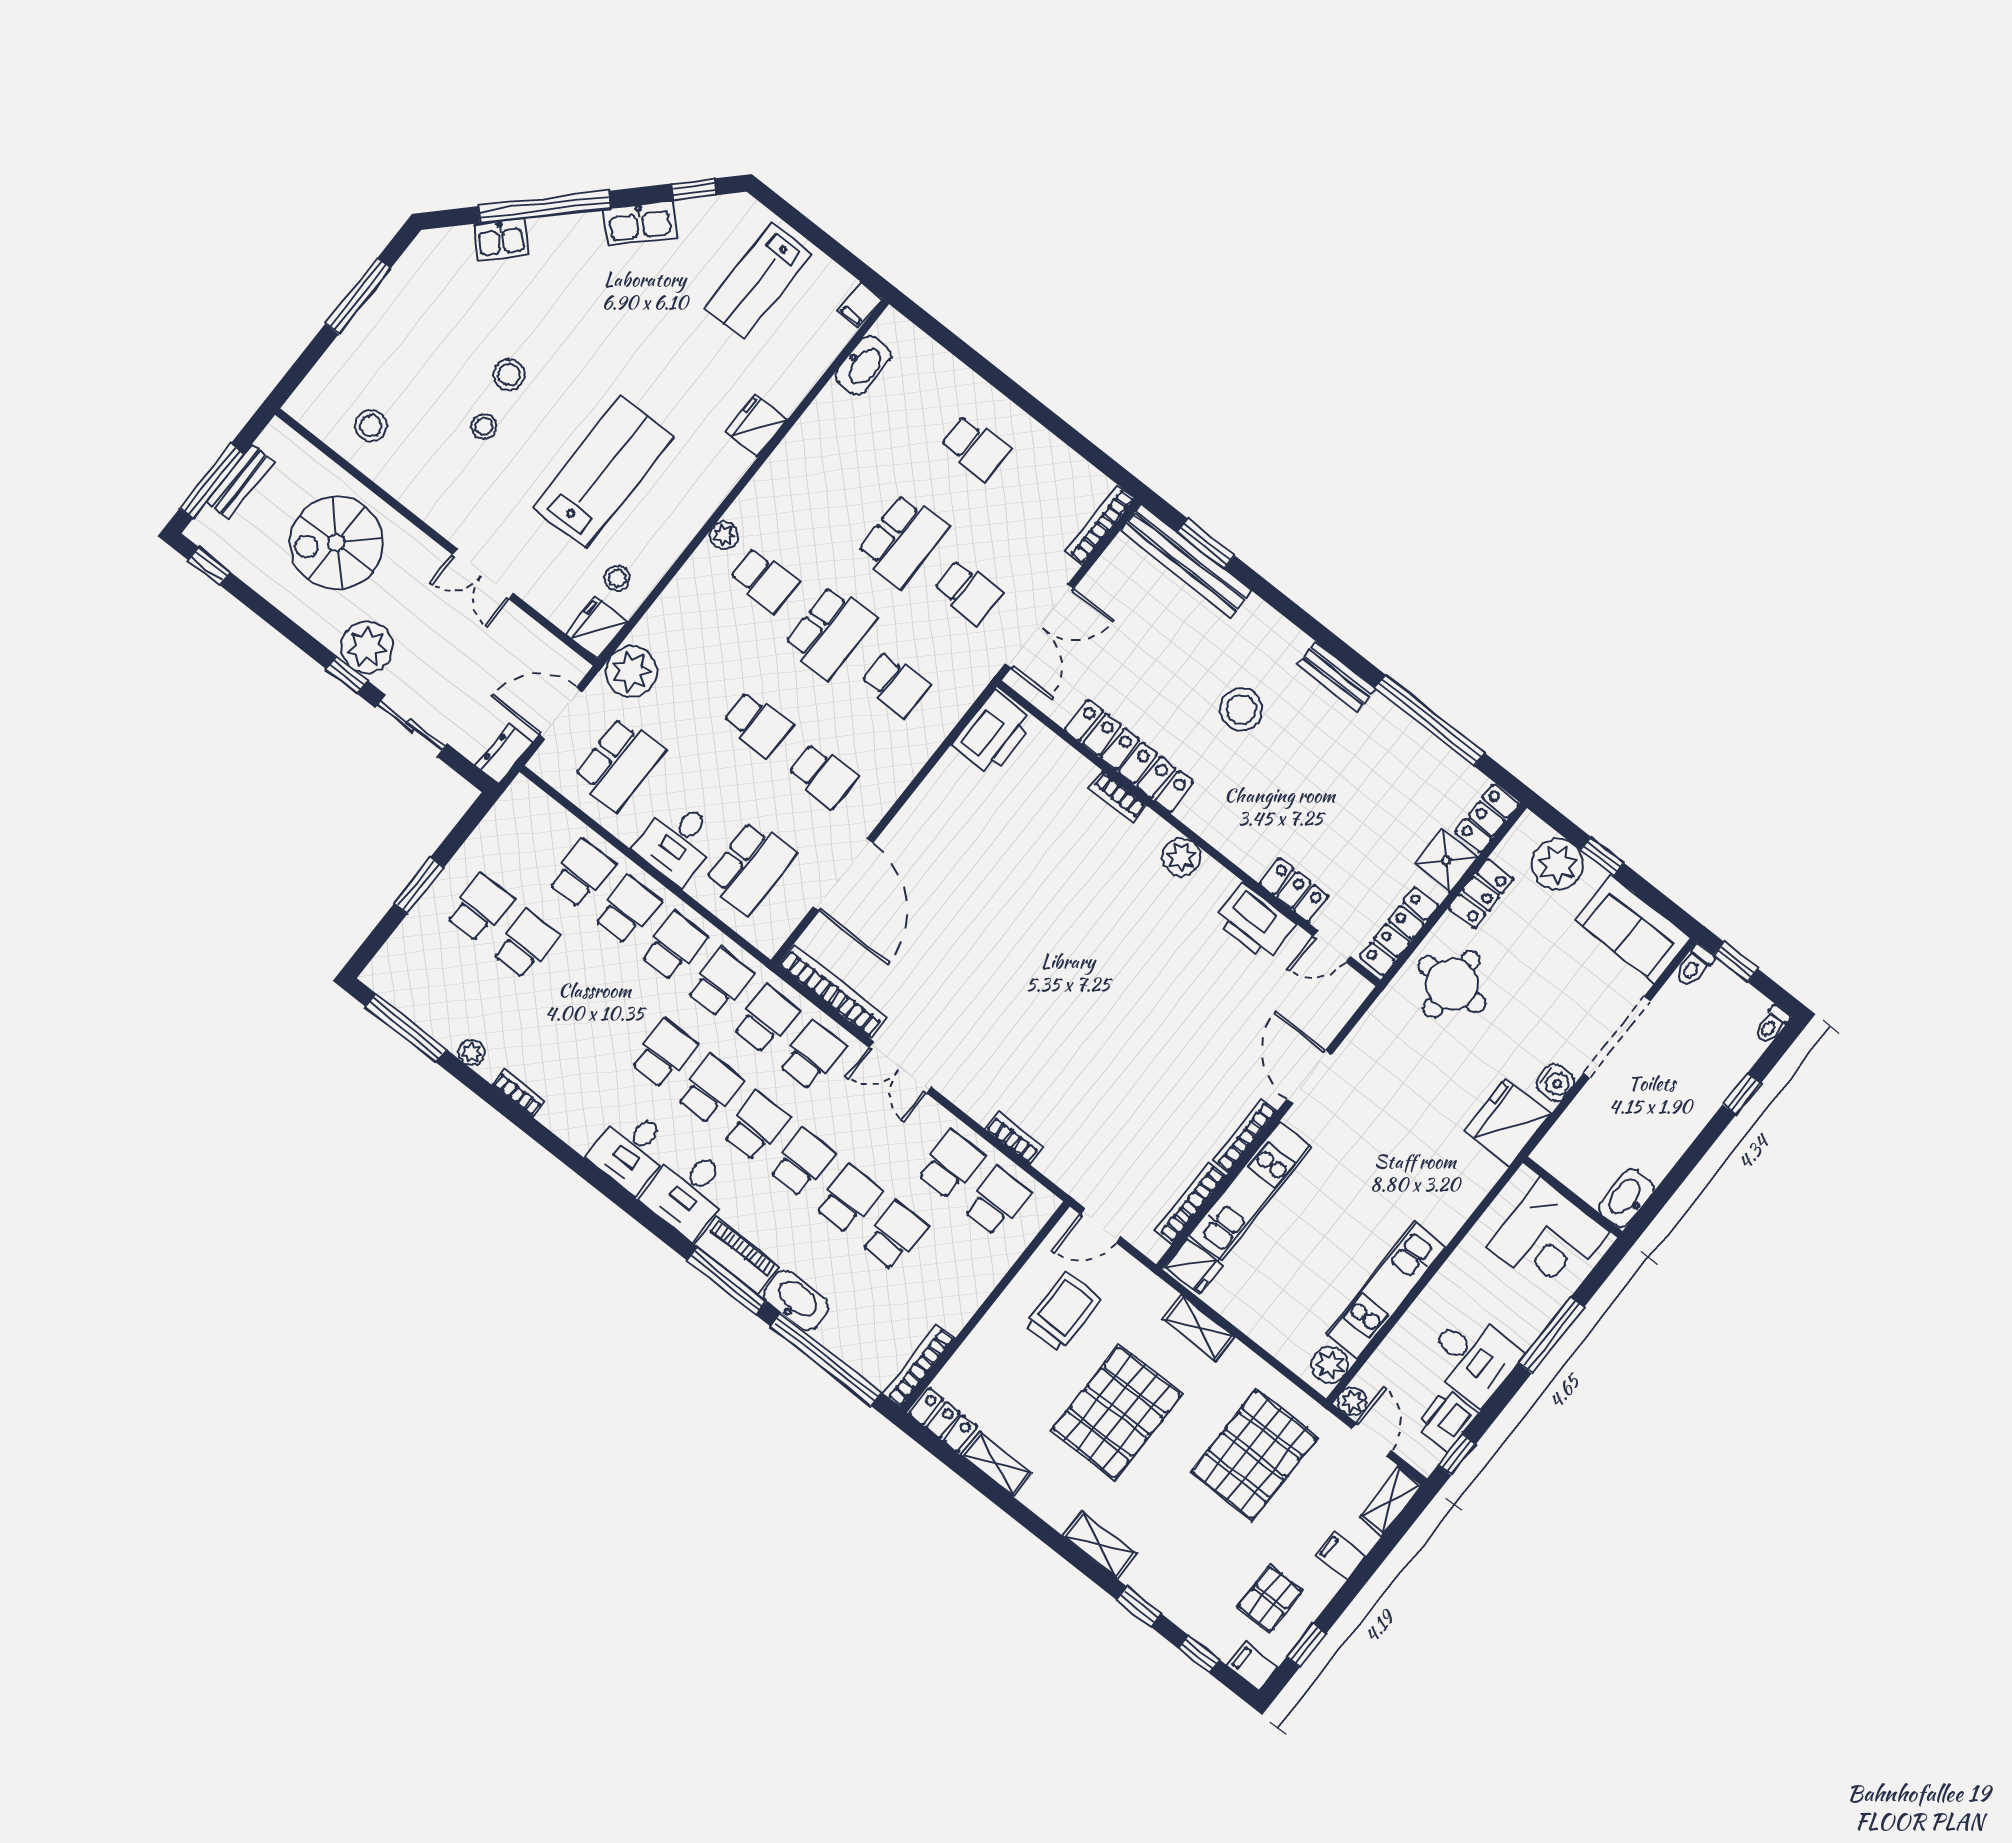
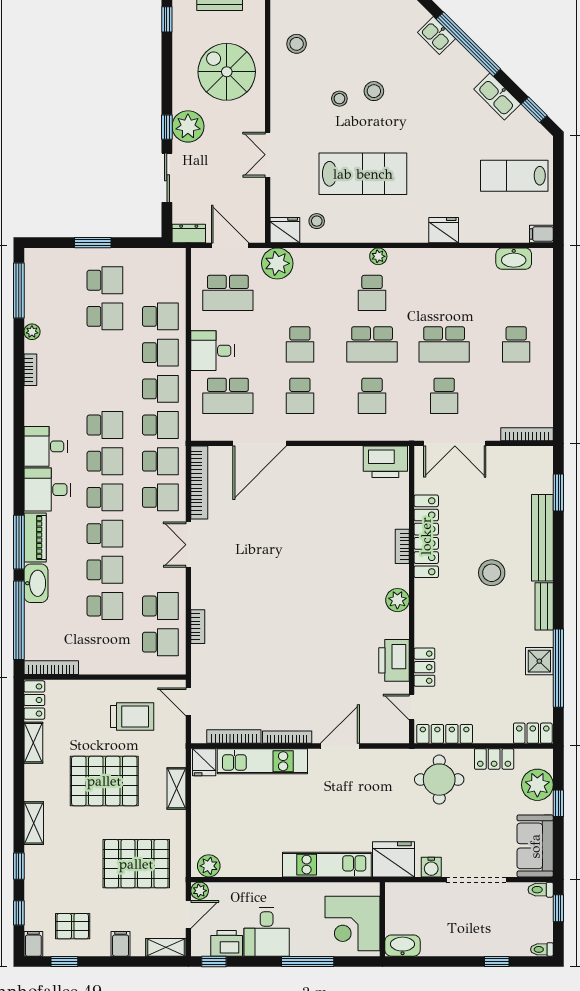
bench: (1186, 561) -> (542, 538), moved
shower: (1447, 860) -> (539, 661), moved
kitchen unit: (1386, 1291) -> (327, 865), moved

